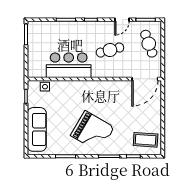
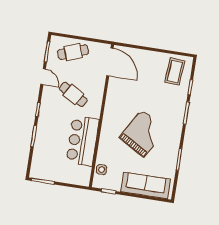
cafe table: (110, 50) -> (73, 94), turned -45
grand piano: (92, 131) -> (143, 133), moved

